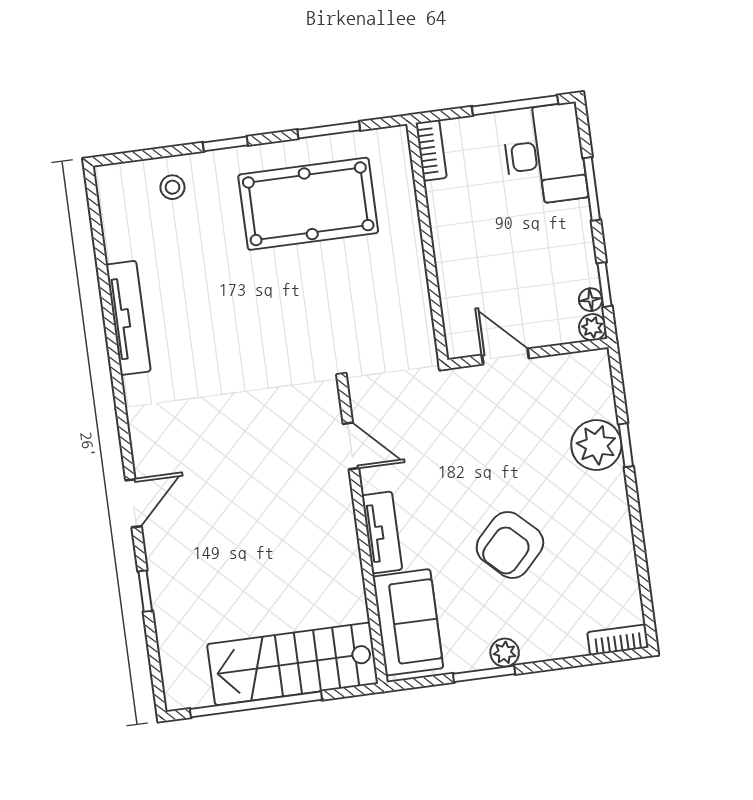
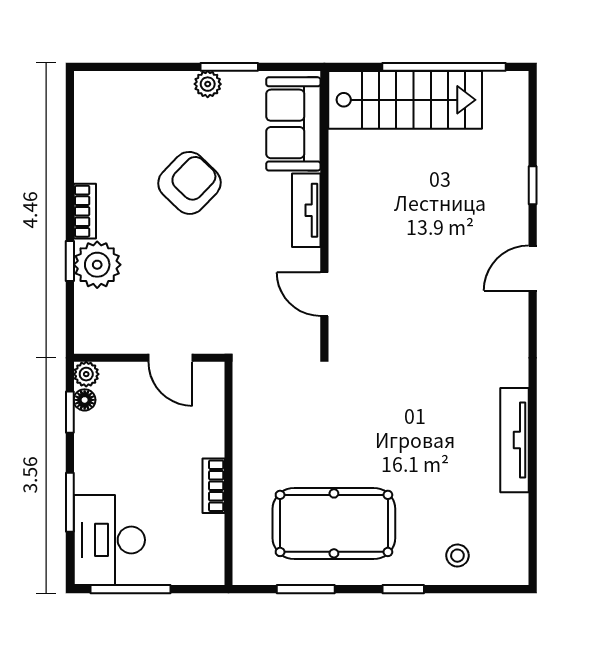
bookcase: (431, 150) -> (214, 486), moved
bookcase: (618, 640) -> (85, 211), moved, turned -90

